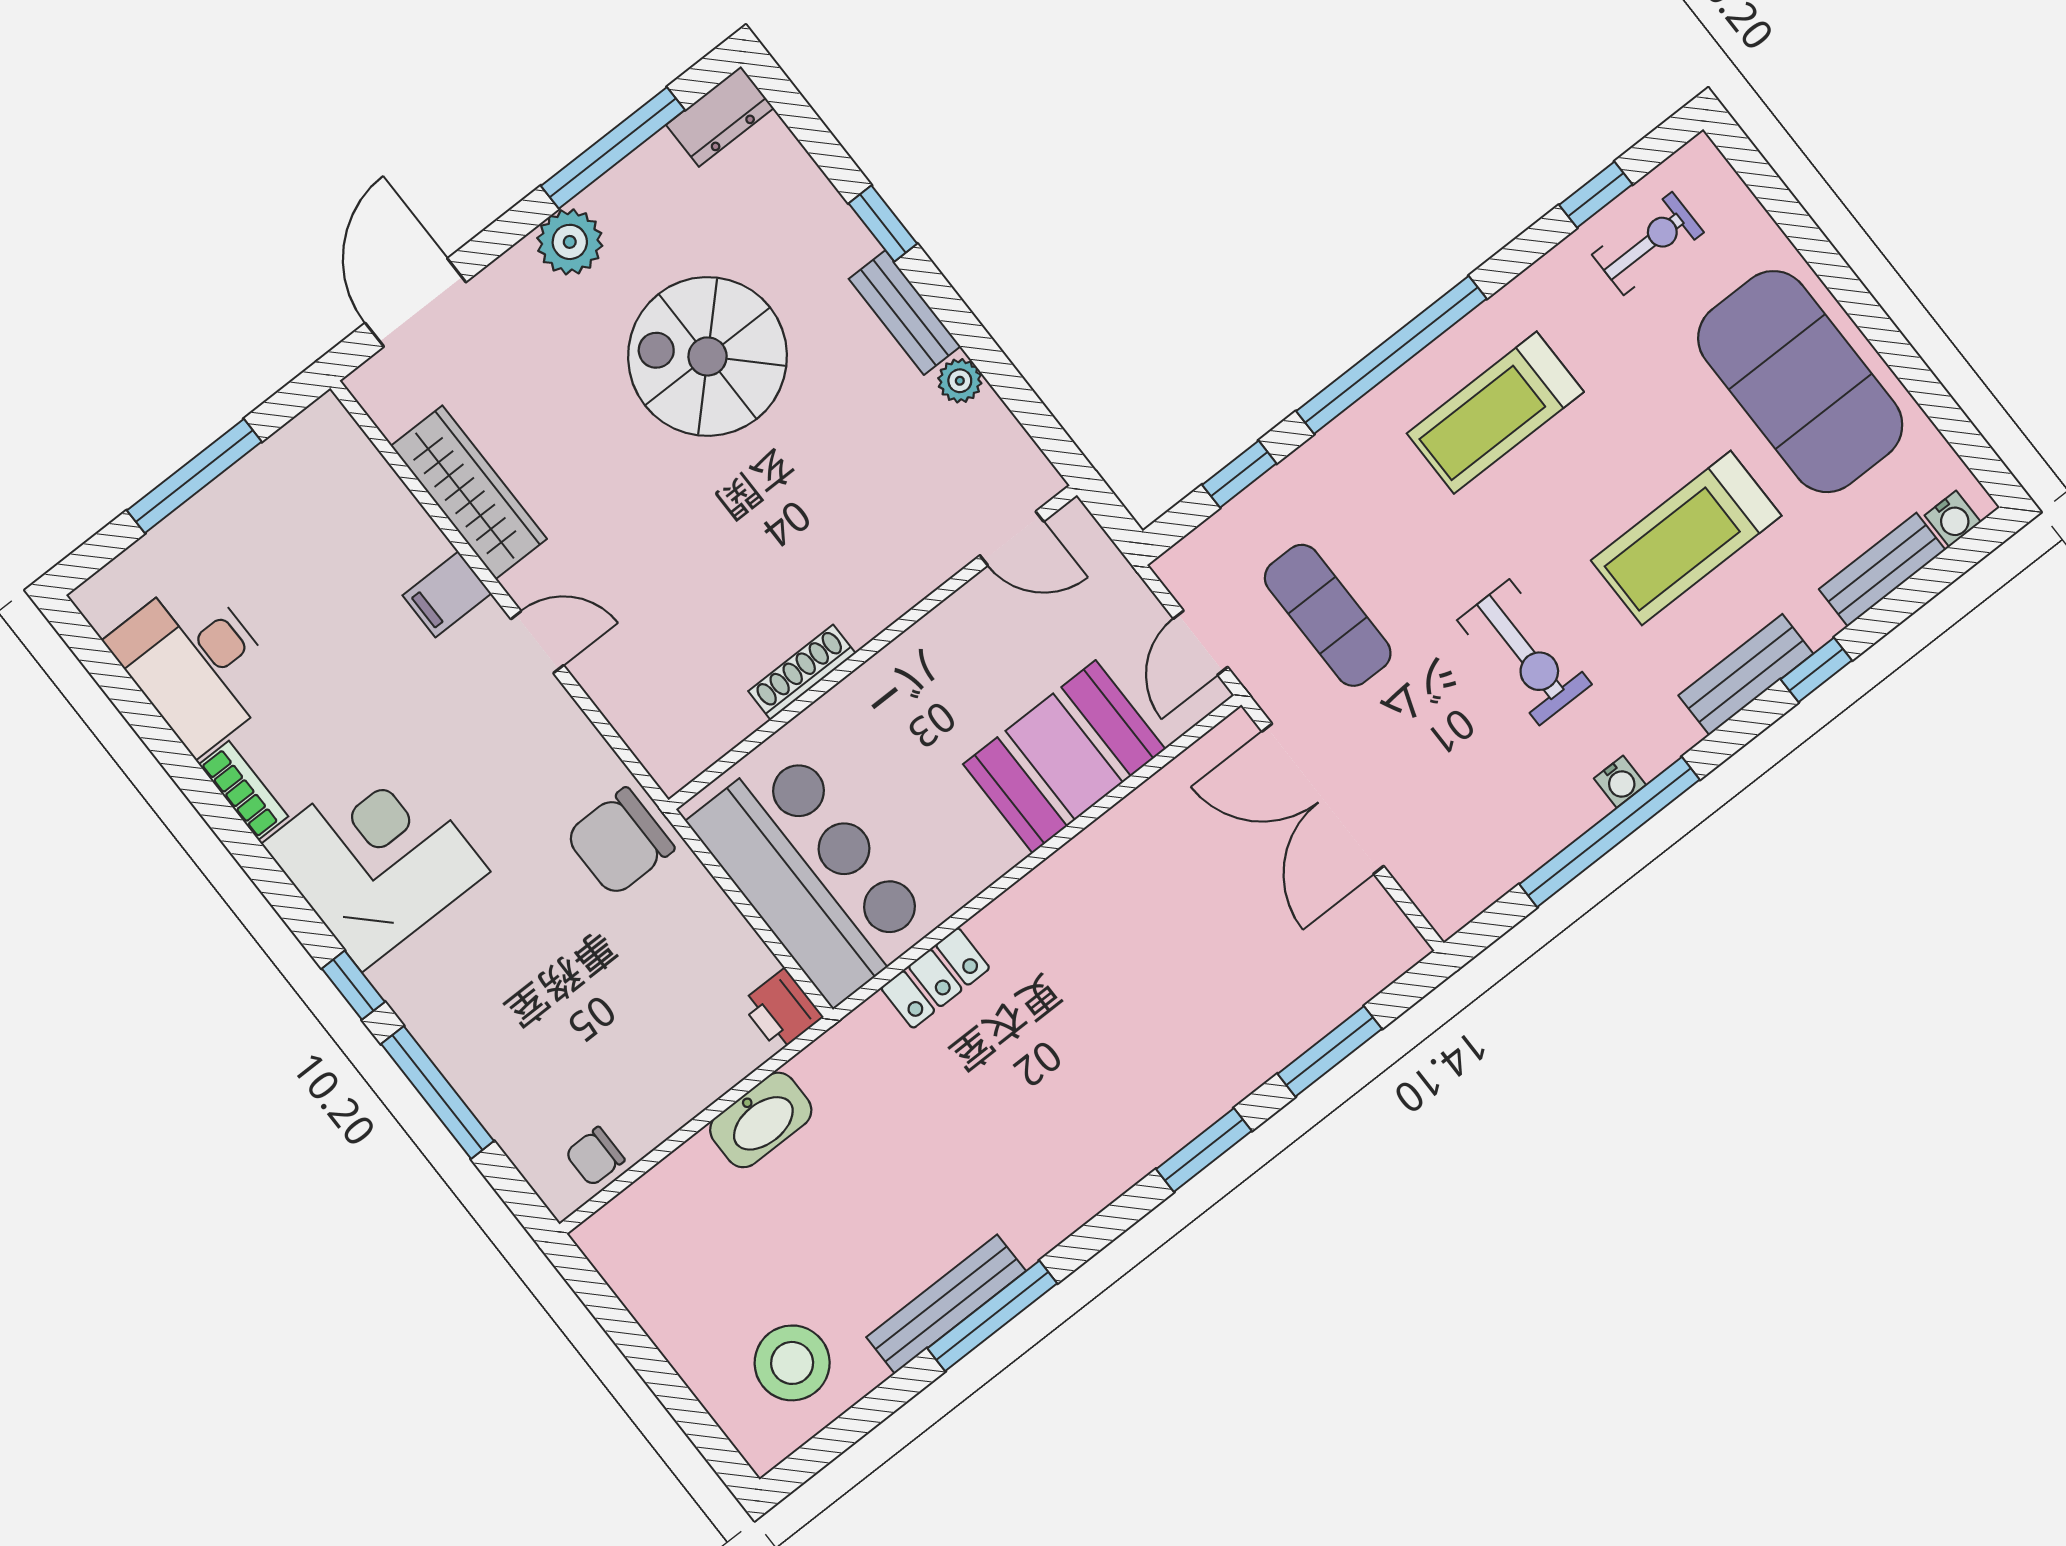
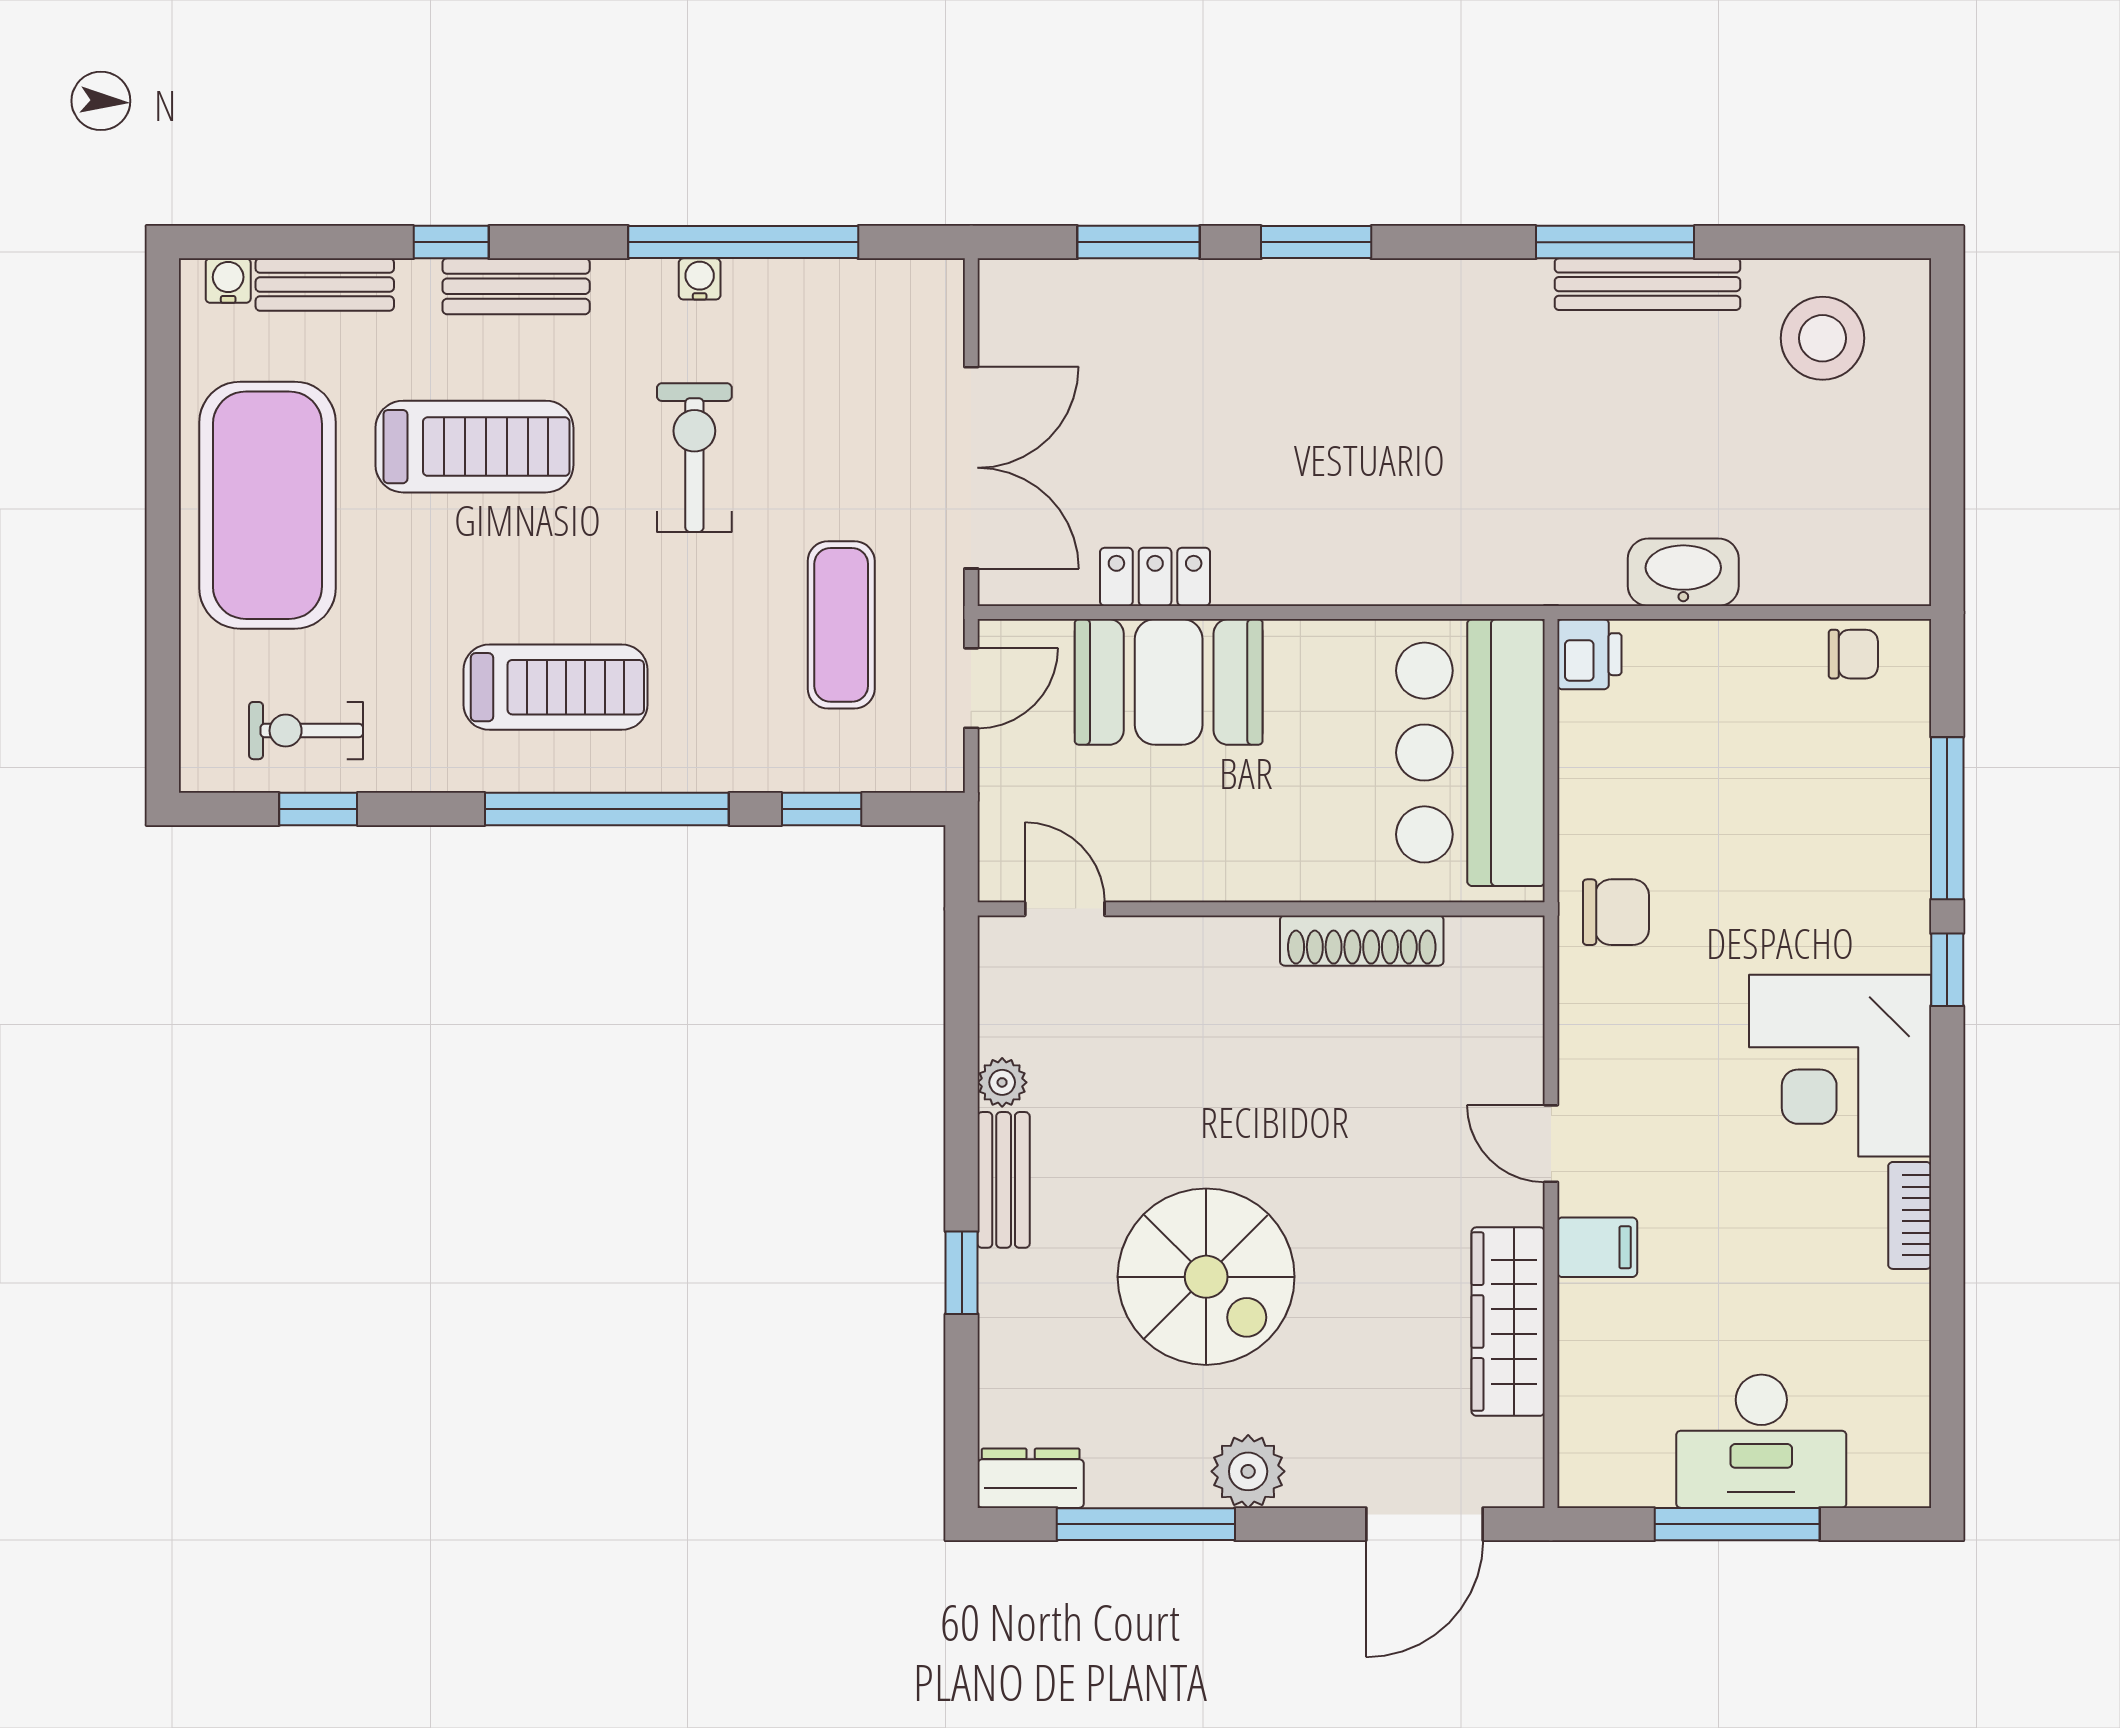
desk: (196, 663) -> (1761, 1441), moved, turned 90
shoe rack: (802, 672) -> (1362, 941), width x1.36, depth x1.24
chair: (620, 842) -> (1616, 912), width x0.73, depth x0.73
locker: (935, 978) -> (1155, 577), moved

